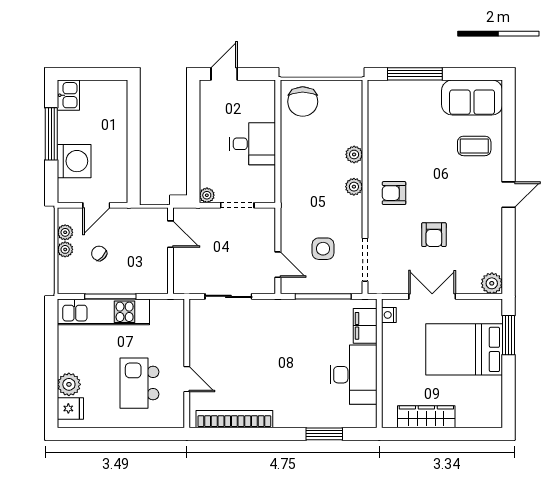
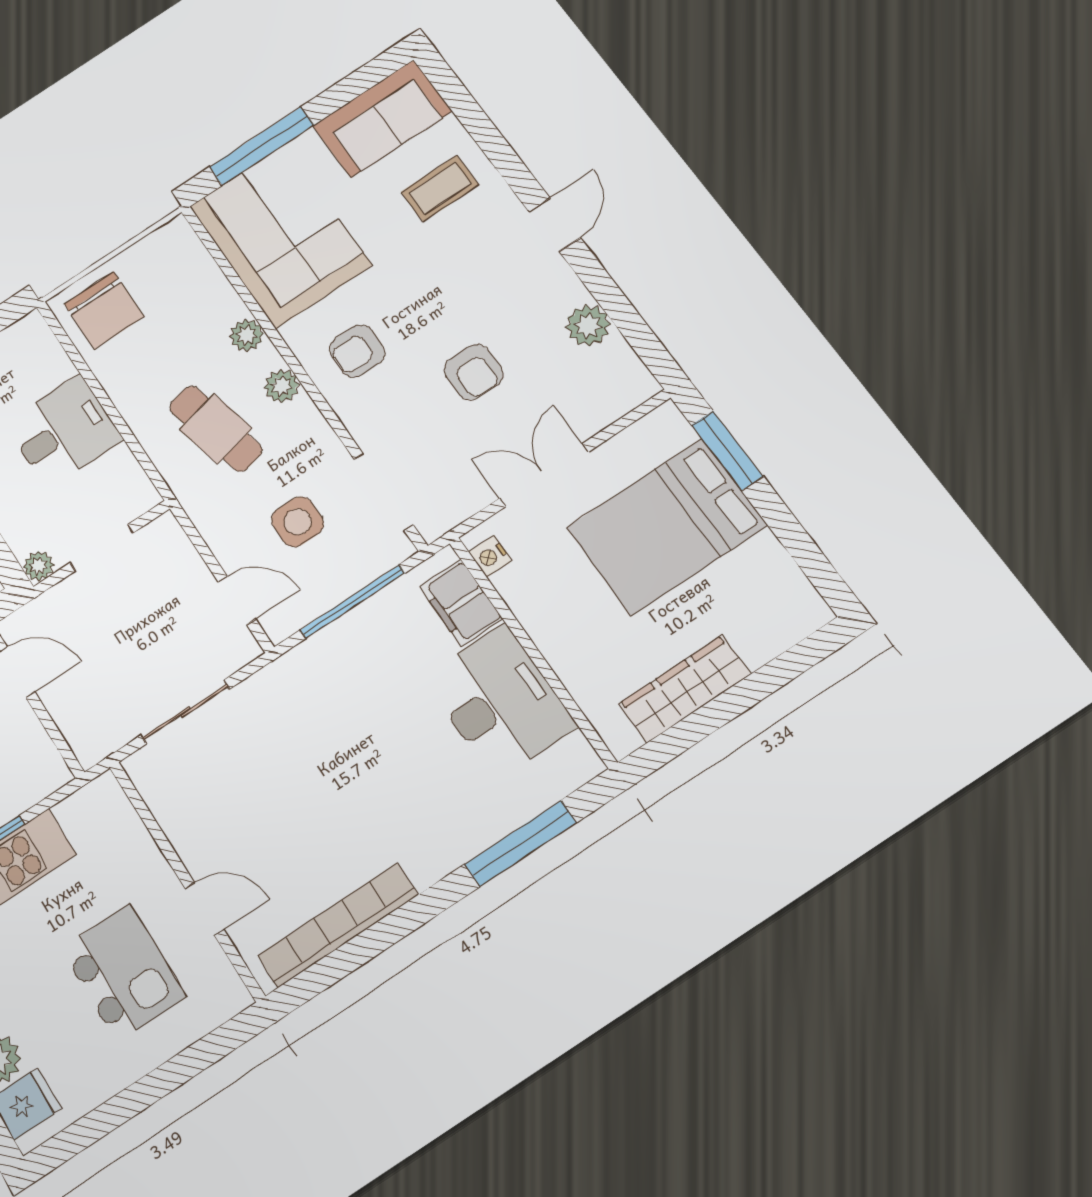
corner sofa: (396, 120) -> (280, 236), added
cafe table: (316, 186) -> (216, 429), added
plant: (492, 283) -> (588, 326), moved
kitchen island: (139, 383) -> (123, 973), turned 180
window: (324, 434) -> (520, 843), width x1.44

